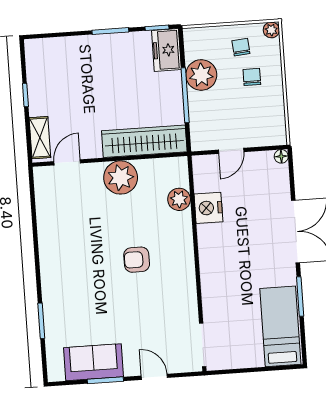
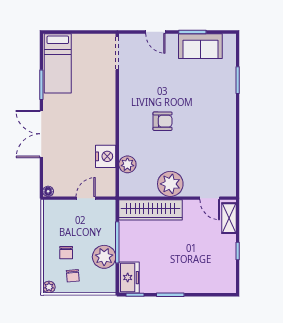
door: (67, 162) -> (210, 198), hinge flipped

